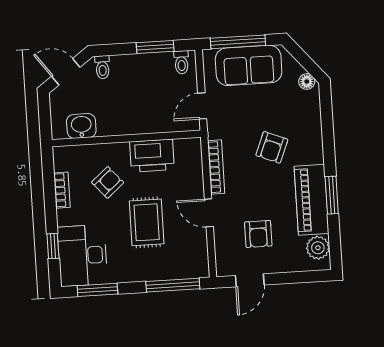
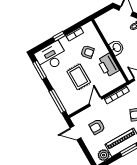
washbasin: (81, 126) -> (117, 48), moved
rug: (147, 222) -> (79, 77), turned 90
window: (53, 246) -> (59, 36), moved

